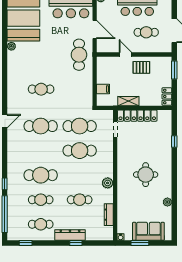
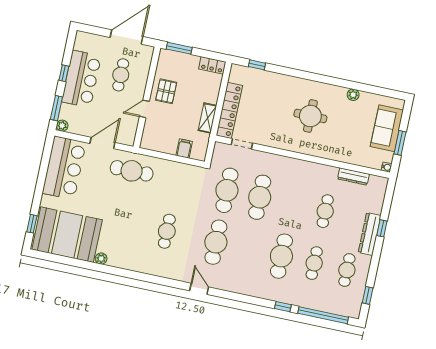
window: (174, 142) -> (257, 65), moved
plant: (108, 183) -> (311, 169), removed

